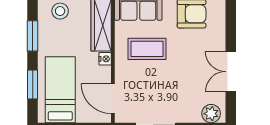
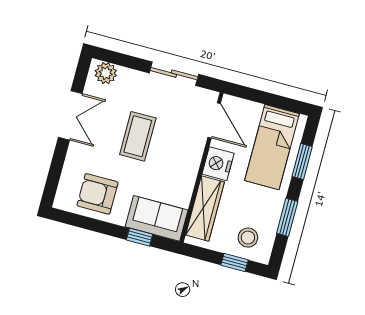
coffee table: (147, 49) -> (138, 136), moved, turned 90
nightstand: (105, 59) -> (218, 164), width x1.89, depth x1.79

